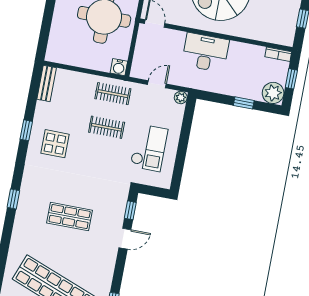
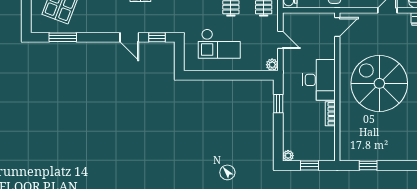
bookcase: (278, 54) -> (330, 114), moved
plant: (273, 93) -> (288, 156), width x0.53, depth x0.53
window: (244, 103) -> (278, 104), moved

